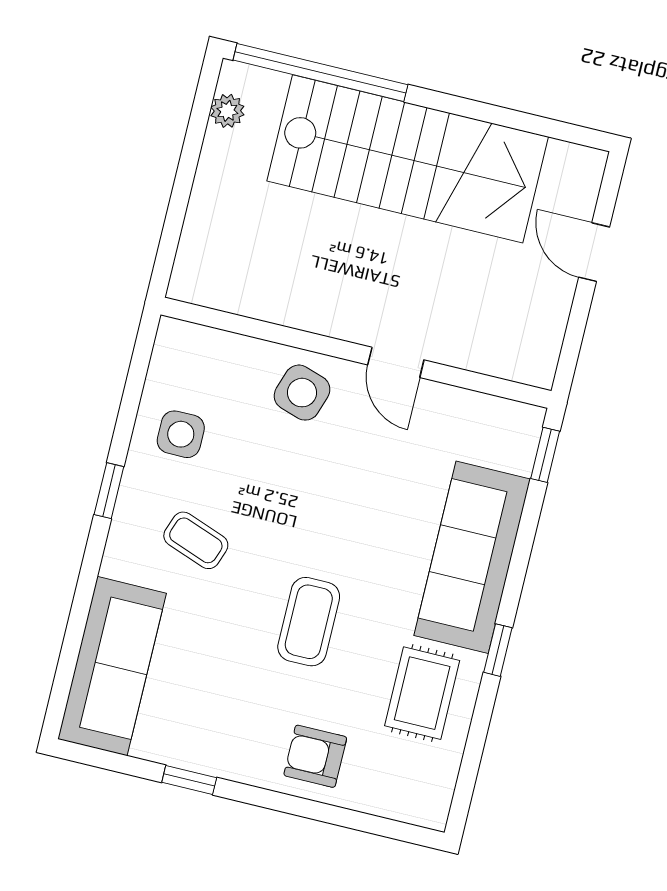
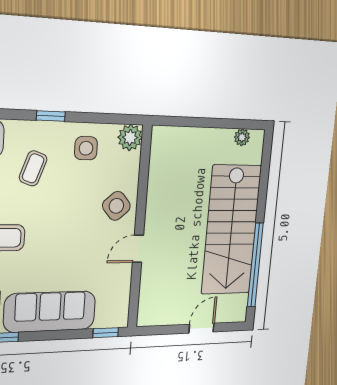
window: (320, 72) -> (255, 265), moved
plant: (179, 345) -> (130, 137), added
side table: (302, 393) -> (116, 206), turned 31

